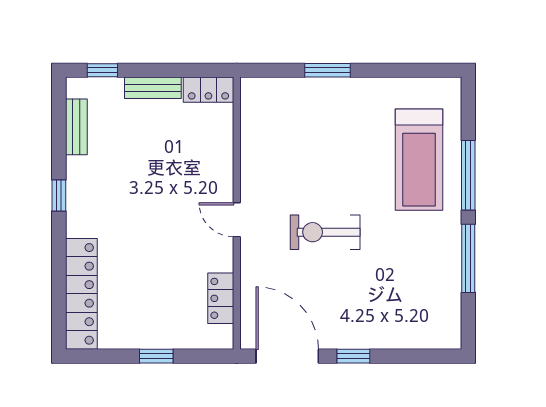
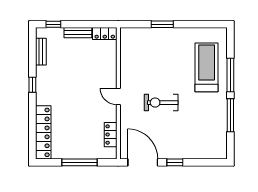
treadmill: (419, 160) -> (207, 67), turned 180
window: (156, 356) -> (79, 162), width x2.17

